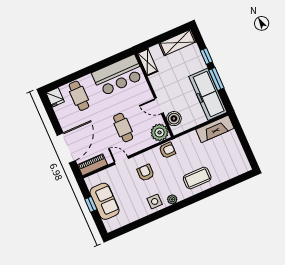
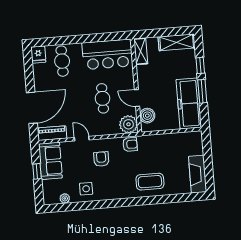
cafe table: (123, 128) -> (103, 98), moved
fireplace: (215, 129) -> (198, 174), moved, turned 90
plant: (172, 199) -> (65, 198), moved
sofa: (105, 201) -> (50, 161), moved
side table: (155, 201) -> (86, 189), moved

